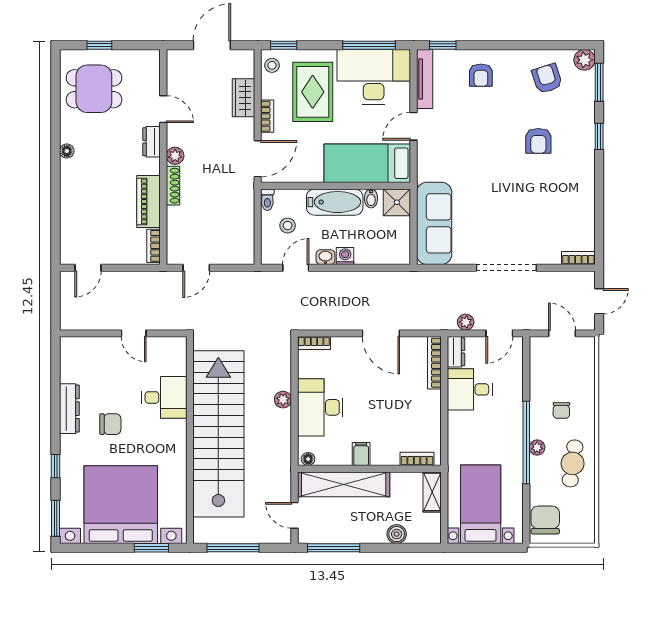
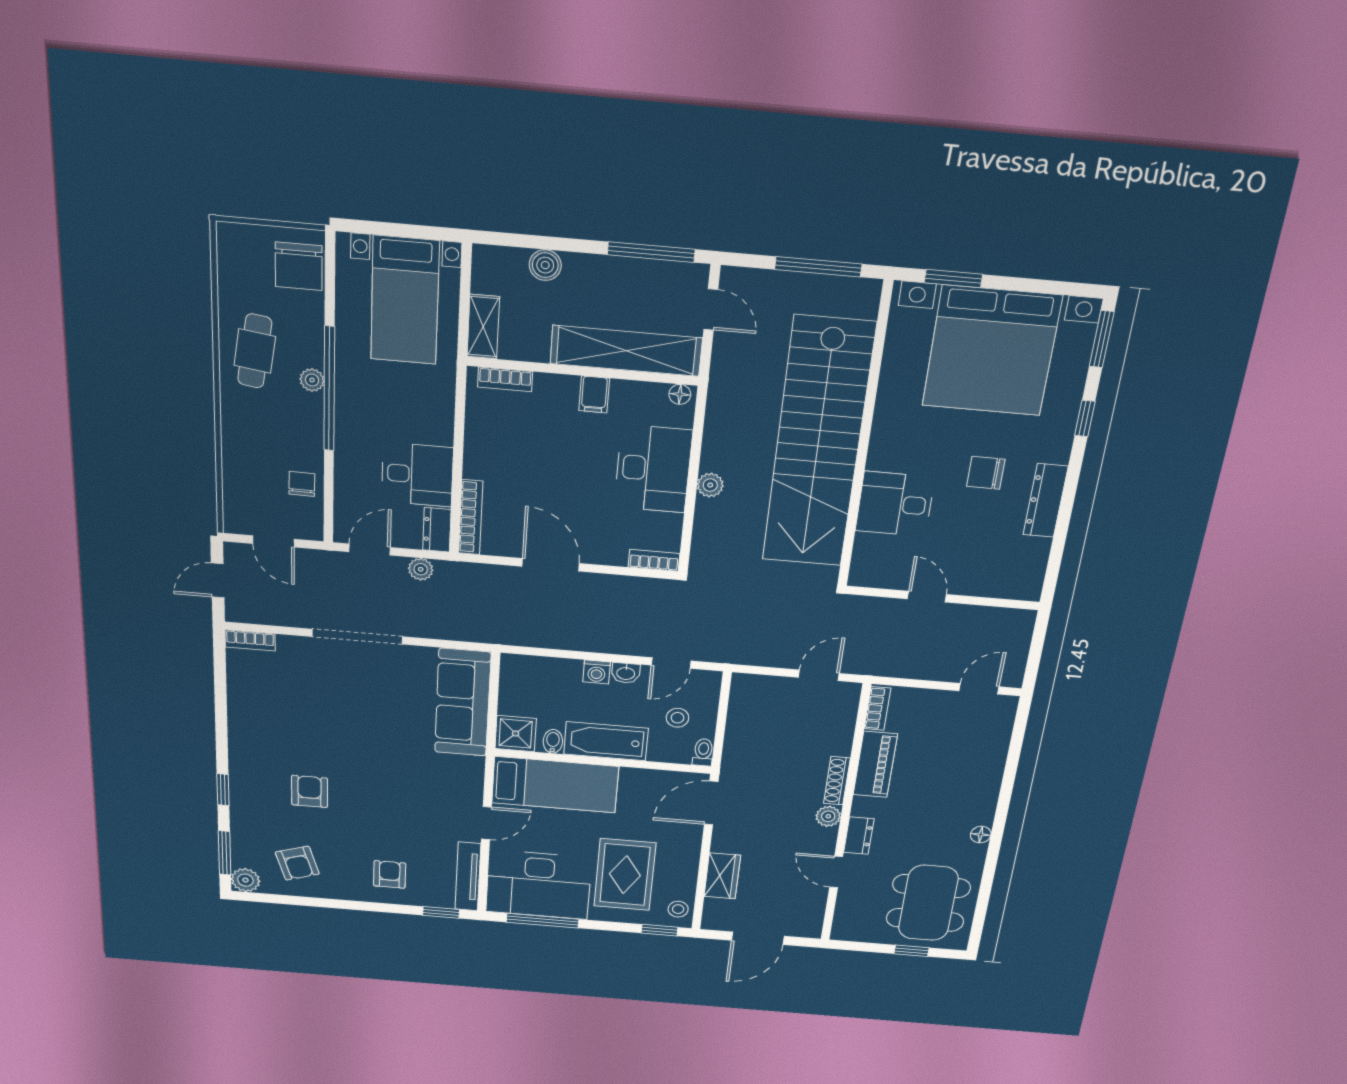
dining table: (94, 89) -> (928, 903), width x1.38
bookcase: (267, 116) -> (692, 852), removed
chair: (561, 410) -> (302, 484), moved

